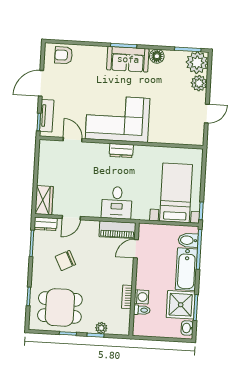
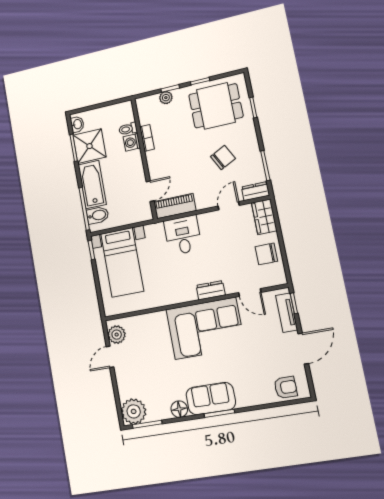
plant: (199, 83) -> (117, 335), moved
dresser: (121, 151) -> (211, 290), moved
chair: (50, 168) -> (266, 254), added

